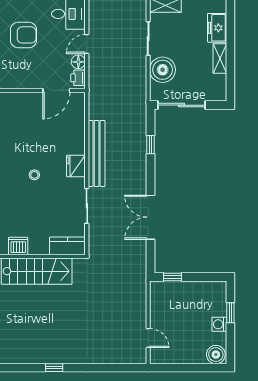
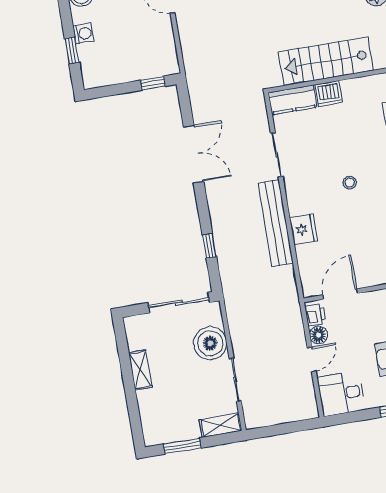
freezer: (217, 28) -> (150, 408), removed
fridge: (76, 166) -> (304, 229), moved
dishwasher: (18, 246) -> (329, 94), moved

